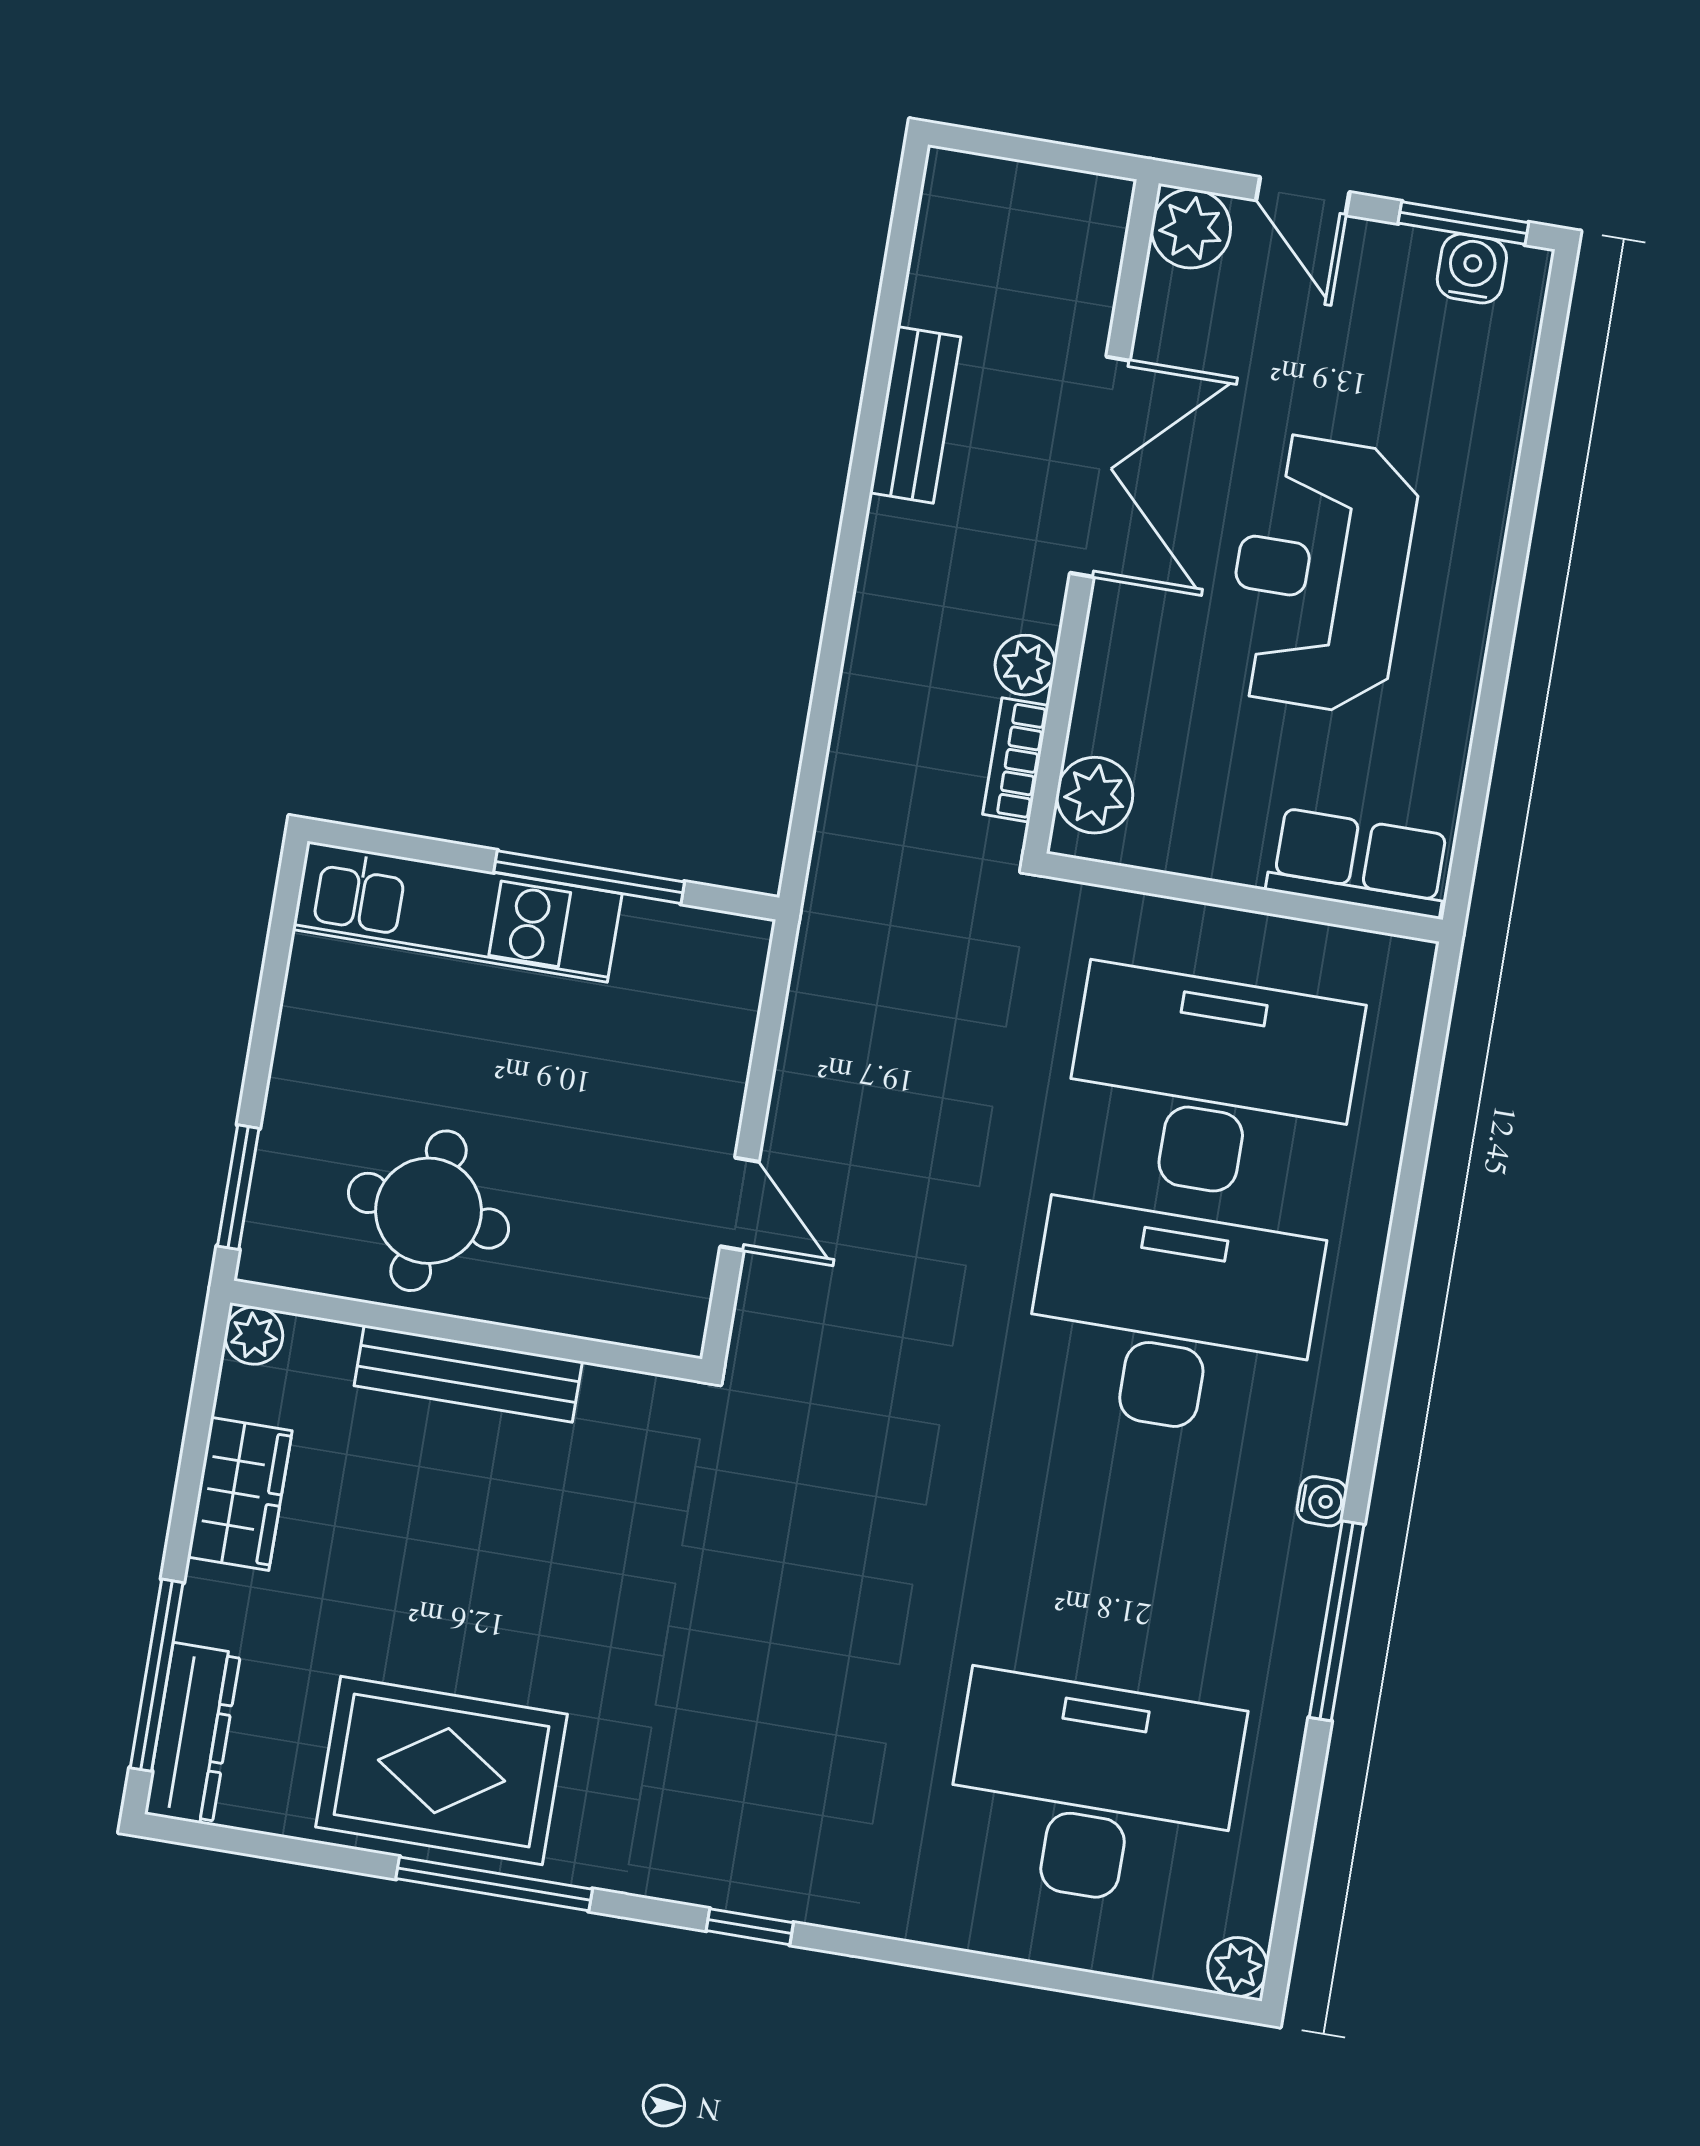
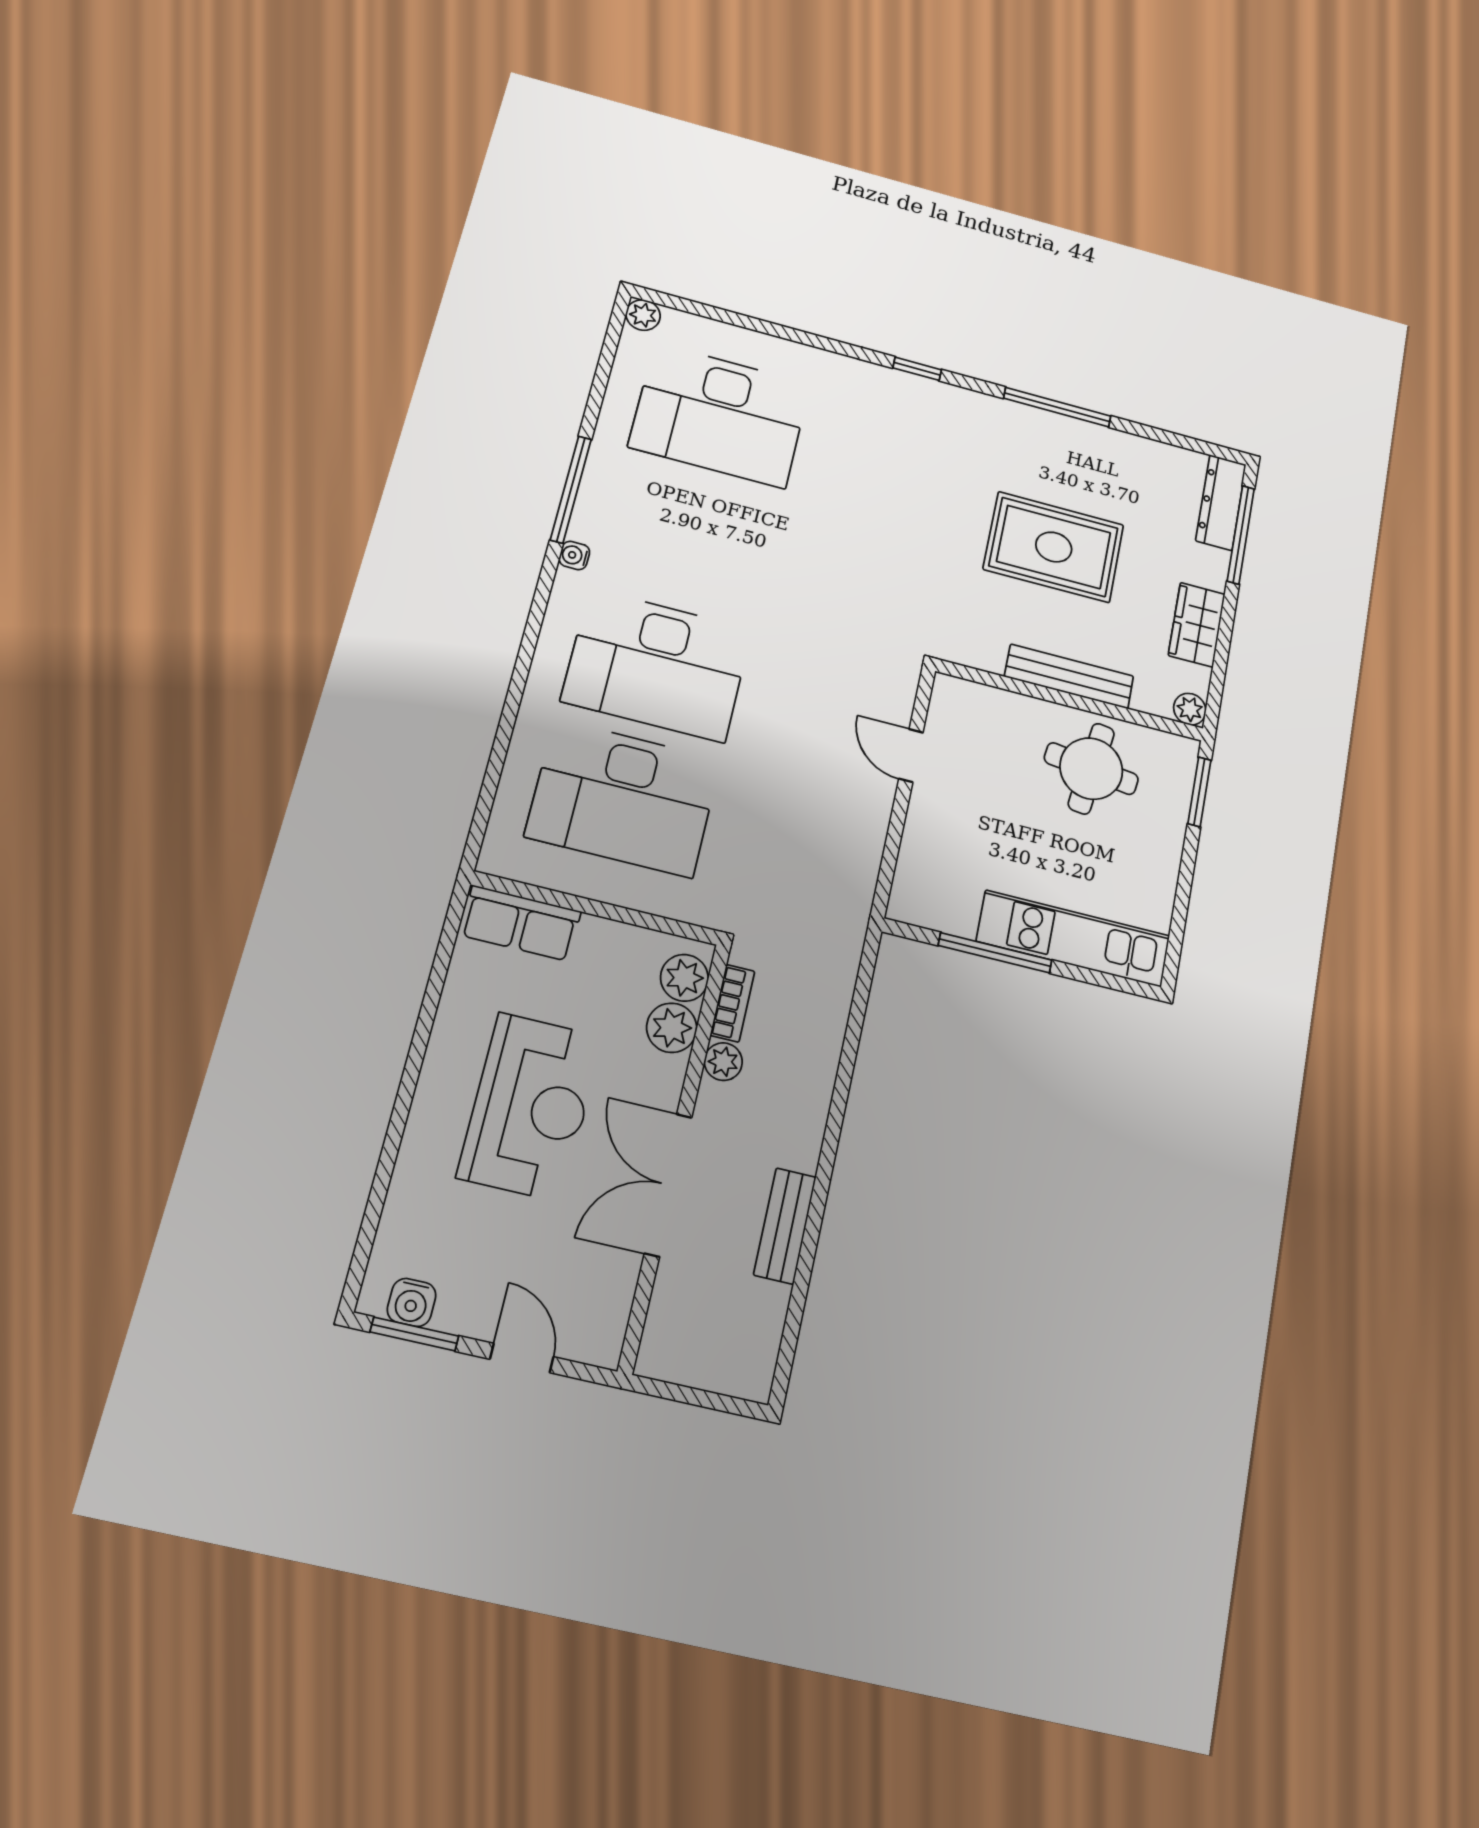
plant: (1191, 229) -> (672, 1028), moved
rug: (442, 1771) -> (1054, 547), moved

